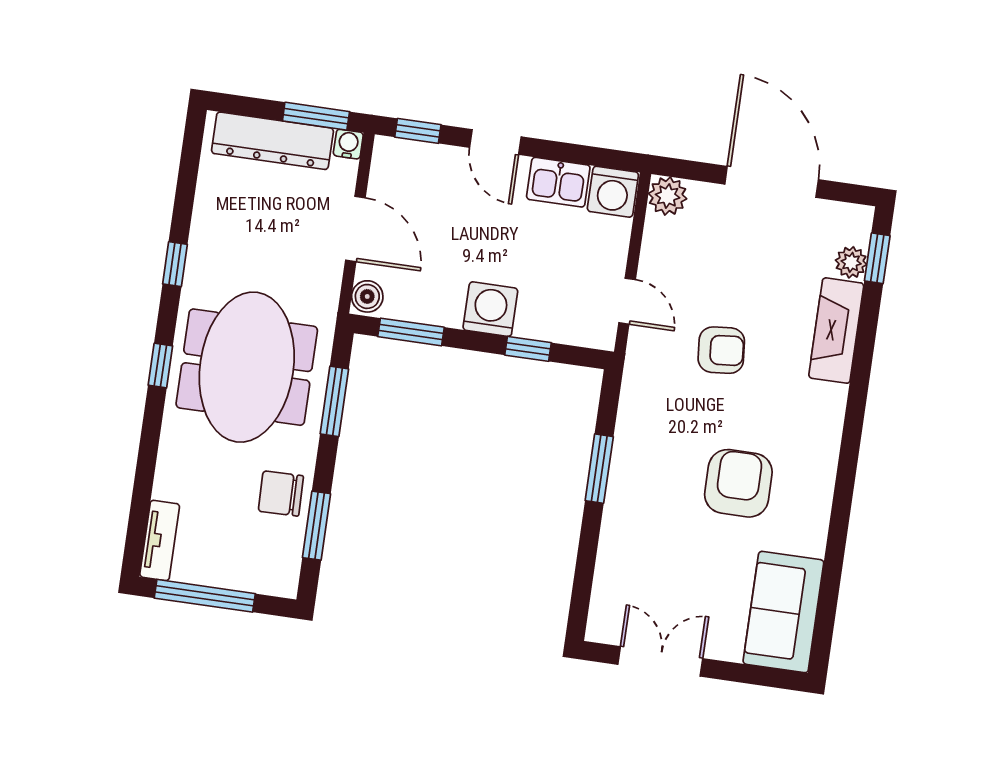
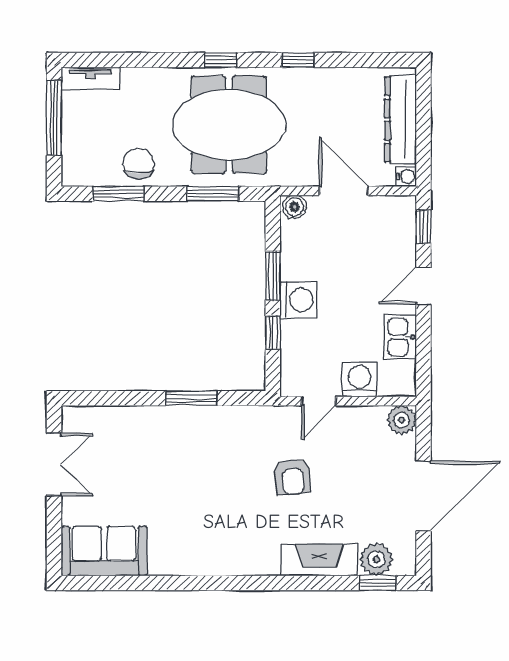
window: (316, 116) -> (423, 149), removed
washing machine: (613, 192) -> (359, 380), moved, turned 90
door: (355, 229) -> (344, 191), swing flipped
plant: (851, 262) -> (376, 559), width x1.38, depth x1.38
window: (411, 332) -> (273, 276), moved
armchair: (738, 483) -> (195, 504), removed

